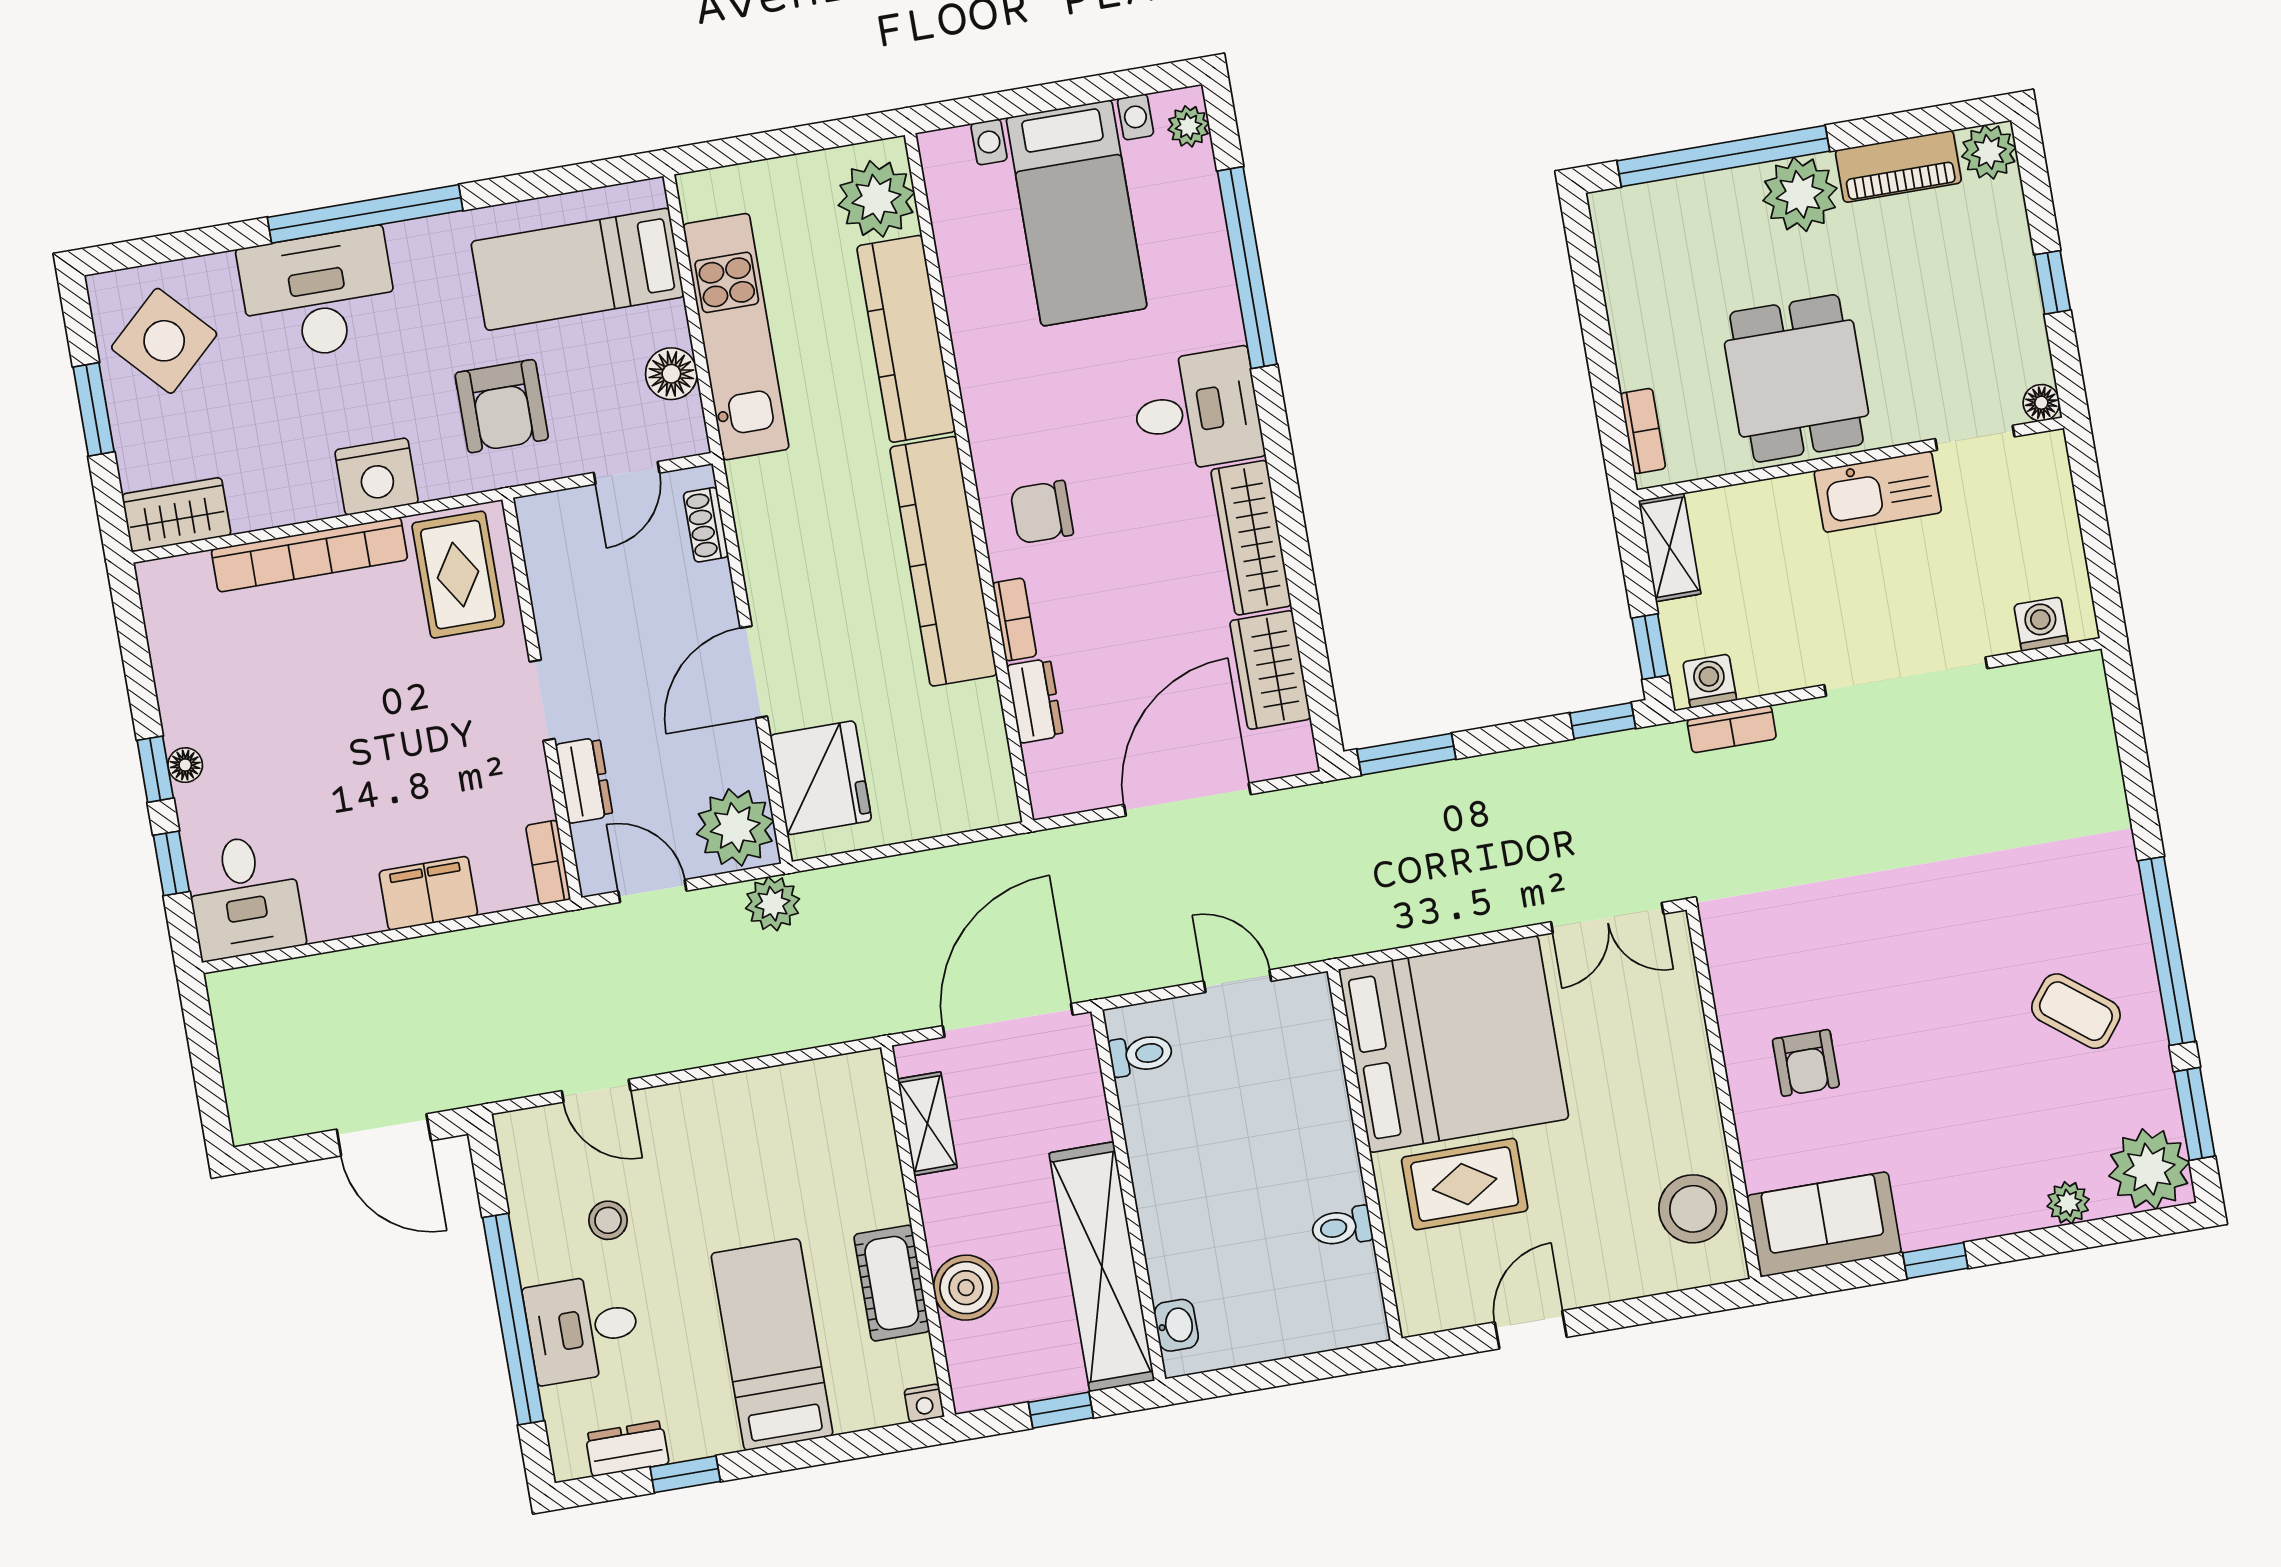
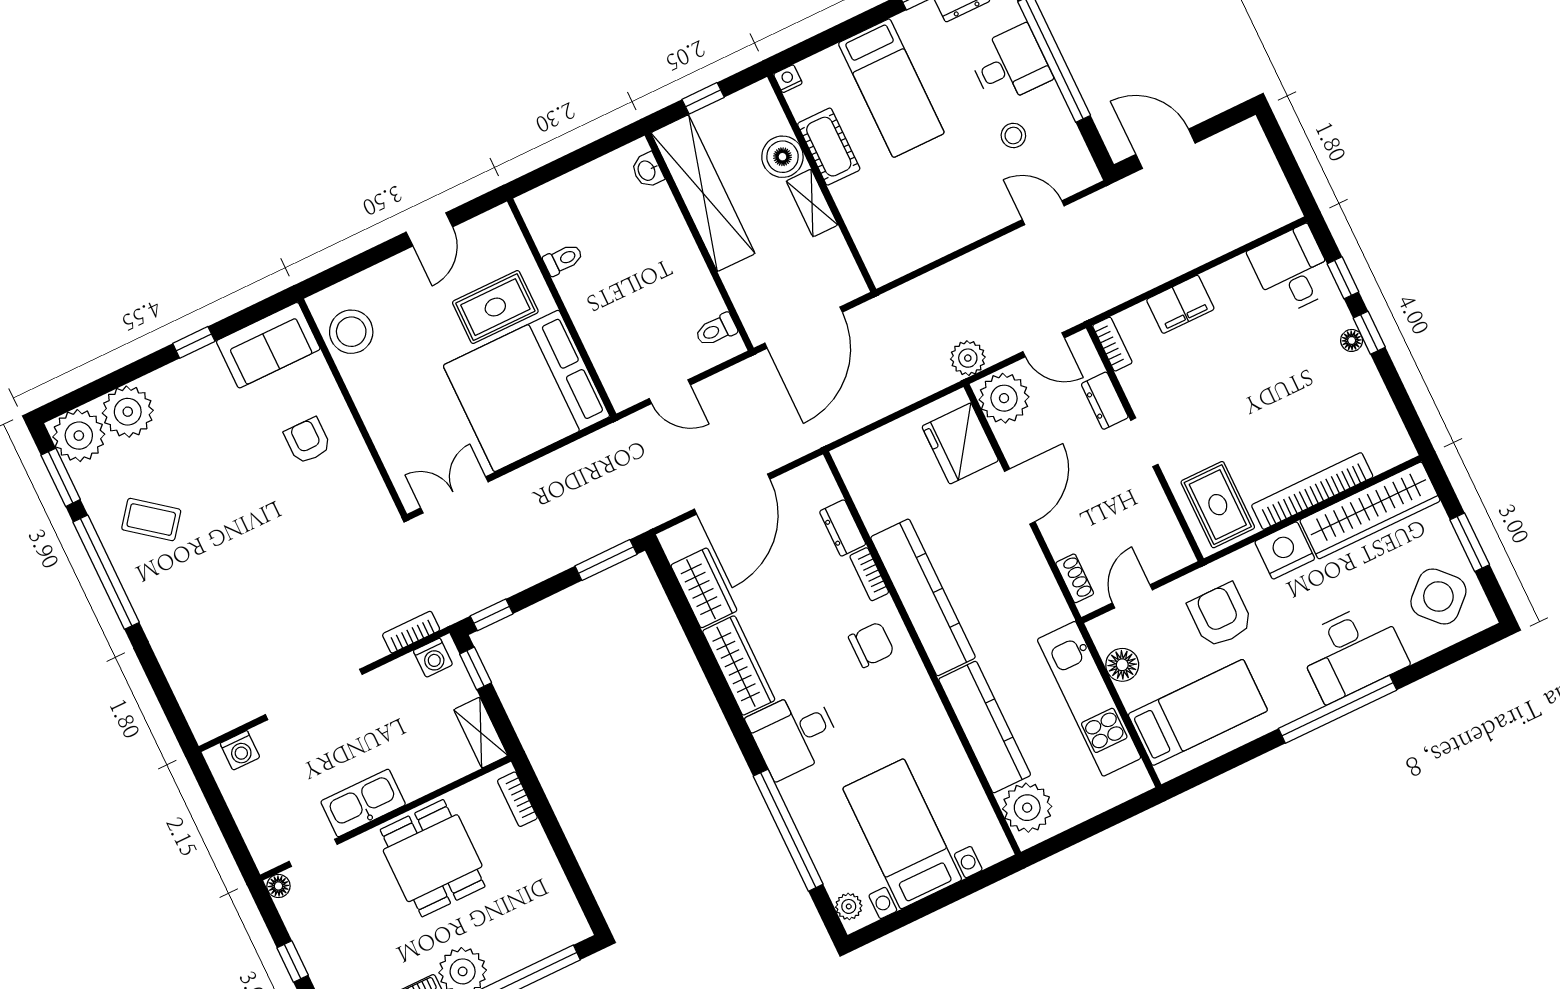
wardrobe: (176, 515) -> (1370, 510), width x2.10, depth x1.17
shelving: (927, 1124) -> (812, 203), moved
plant: (2068, 1203) -> (128, 412), width x1.88, depth x1.88

